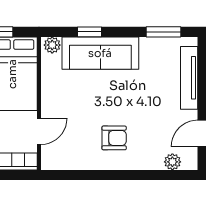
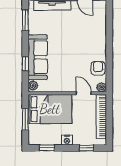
armchair: (114, 138) -> (98, 68), moved
plant: (172, 162) -> (101, 87), moved

